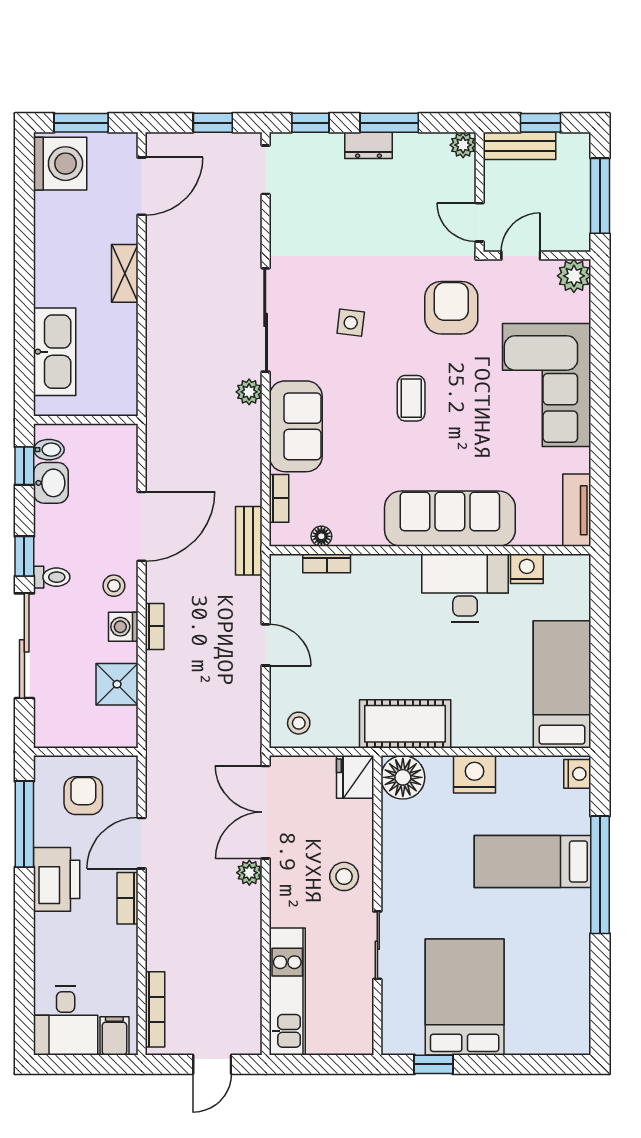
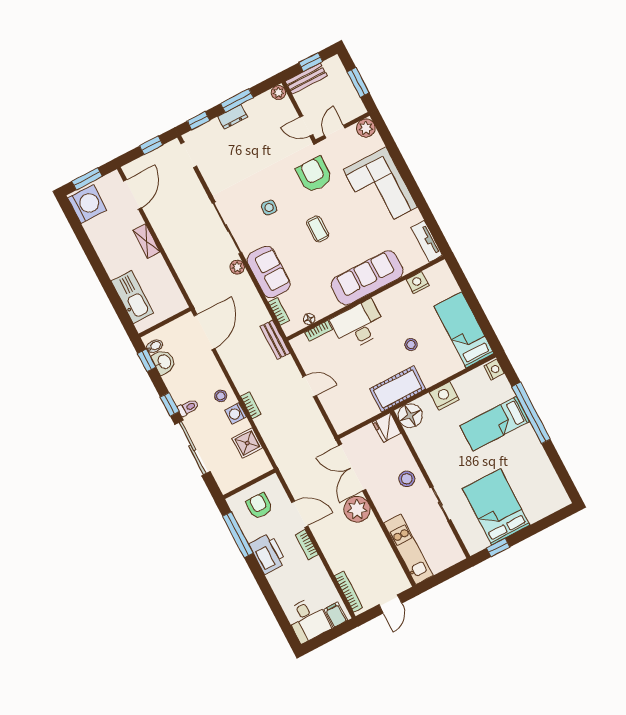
window: (600, 196) -> (358, 82), width x0.69
door: (142, 526) -> (205, 332), moved
desk: (465, 588) -> (358, 325), moved
stool: (299, 723) -> (411, 345), moved
door: (142, 843) -> (300, 514), swing flipped
plant: (249, 873) -> (357, 509), width x1.87, depth x1.87

